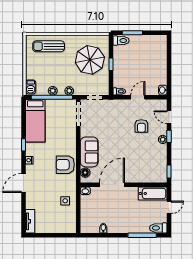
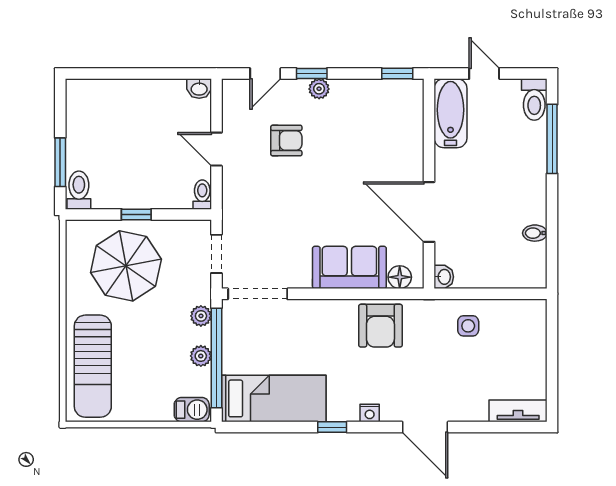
sun lounger: (49, 46) -> (93, 366), width x1.36, depth x1.34

